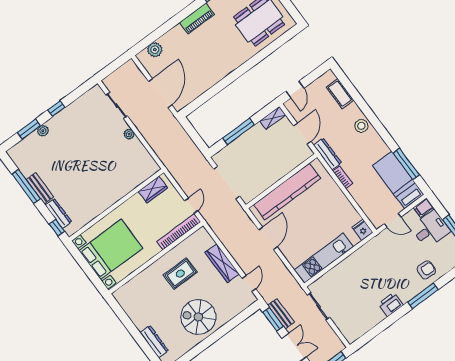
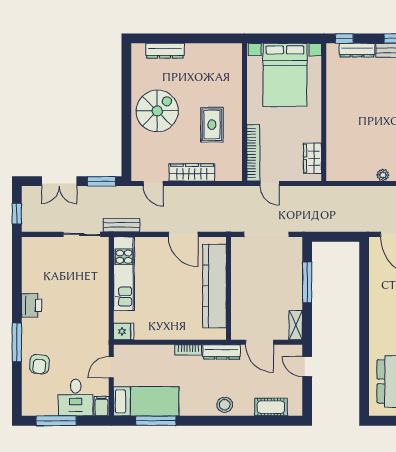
bench: (281, 314) -> (121, 225), moved

